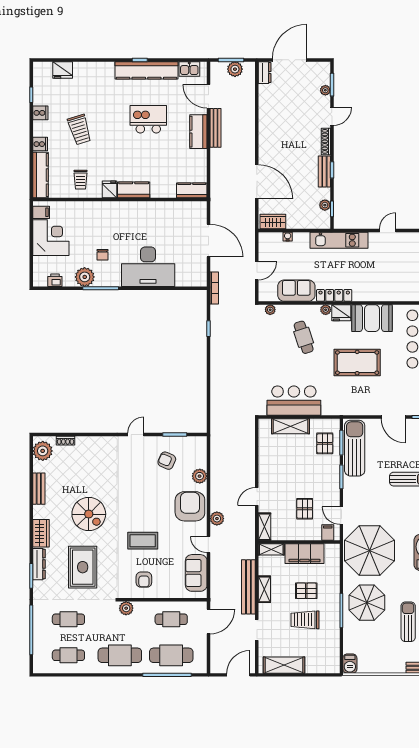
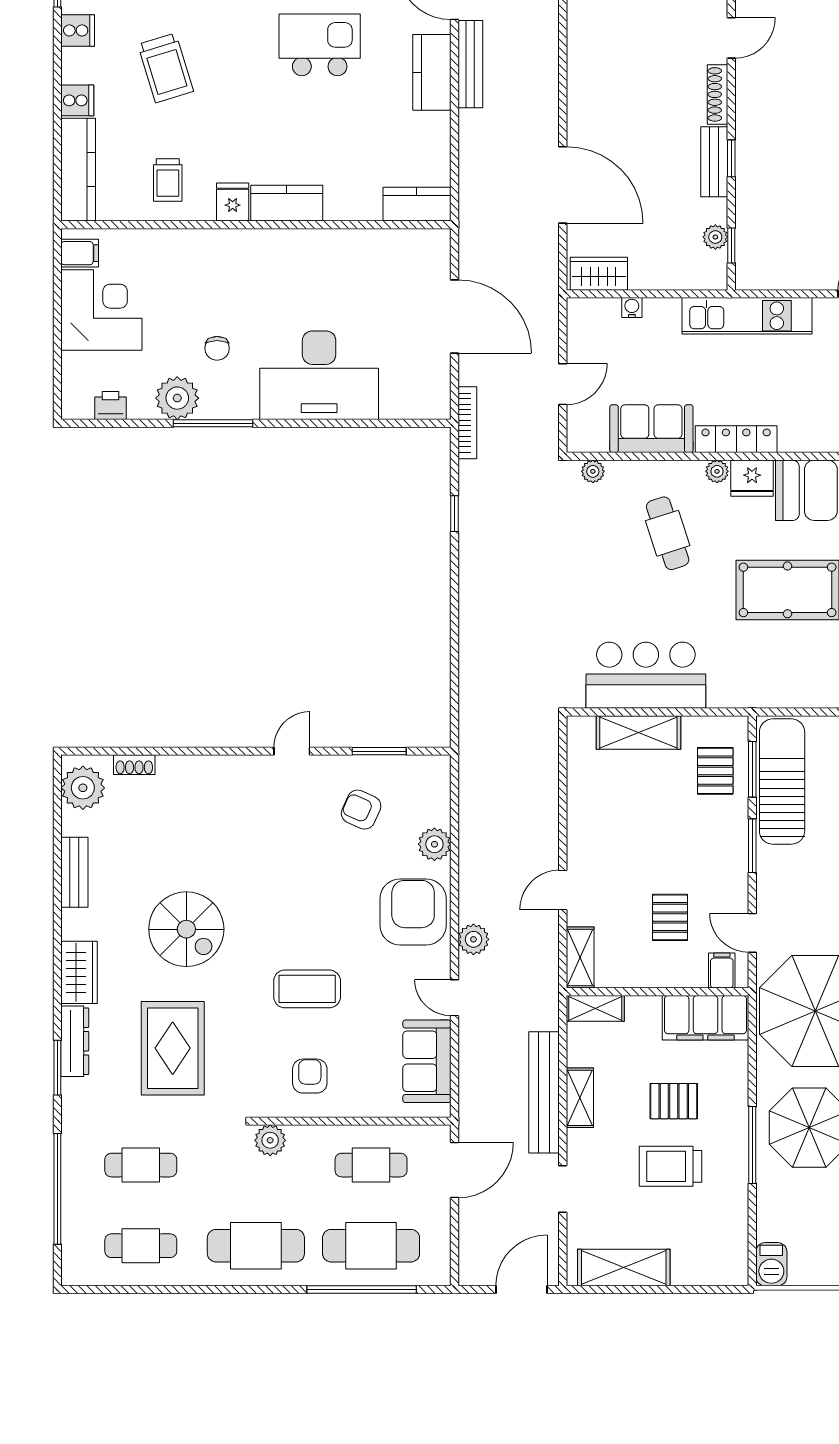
filing cabinet: (305, 554) -> (705, 1018), moved
armchair: (144, 580) -> (310, 1076), turned 180

